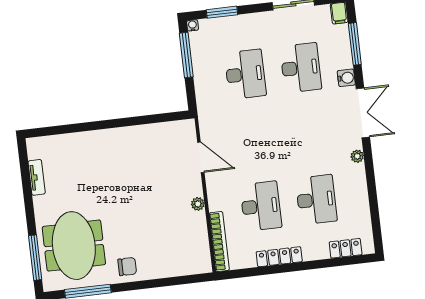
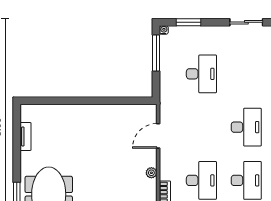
desk: (301, 68) -> (246, 127), moved
door: (201, 157) -> (158, 136), swing flipped

